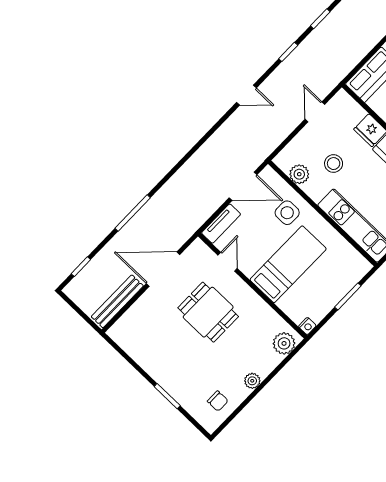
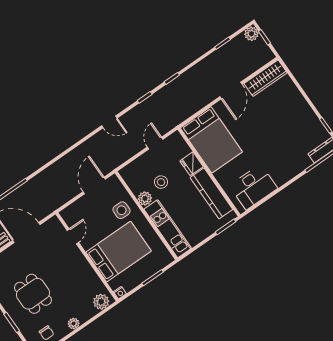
plant: (299, 174) -> (145, 198), moved
door: (243, 186) -> (94, 185), swing flipped
tv unit: (221, 224) -> (74, 209), removed
bed: (288, 264) -> (119, 252), width x1.50
dining table: (208, 312) -> (33, 294), moved

